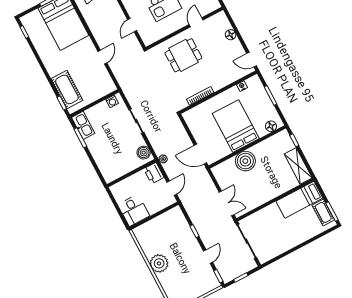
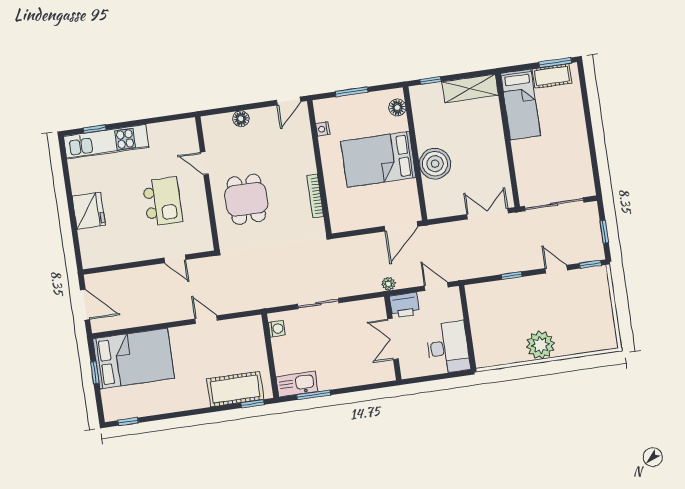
boiler: (144, 153) -> (369, 309), removed
double door: (131, 173) -> (393, 339), added
desk: (134, 210) -> (448, 348), width x1.37

